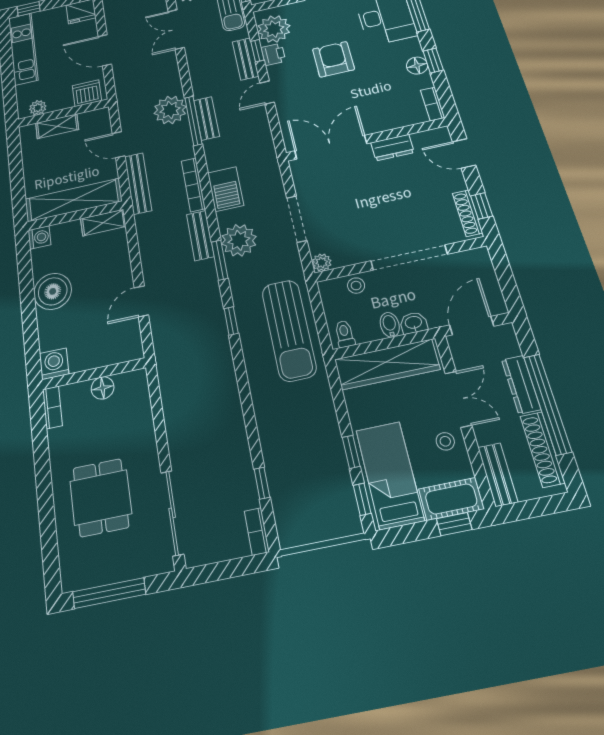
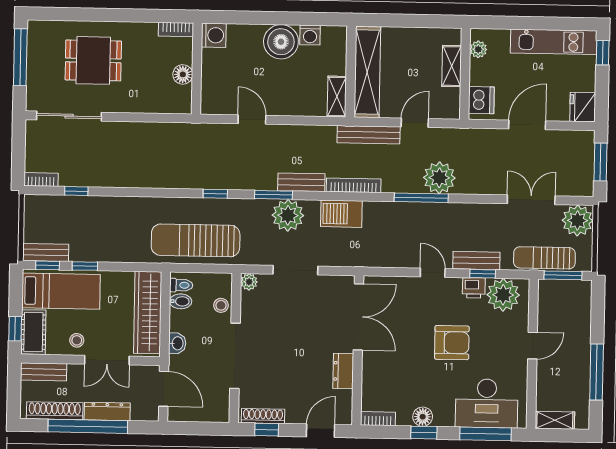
bench: (207, 118) -> (46, 252), moved
washing machine: (39, 237) -> (310, 35), moved
bidet: (390, 325) -> (181, 301), moved

